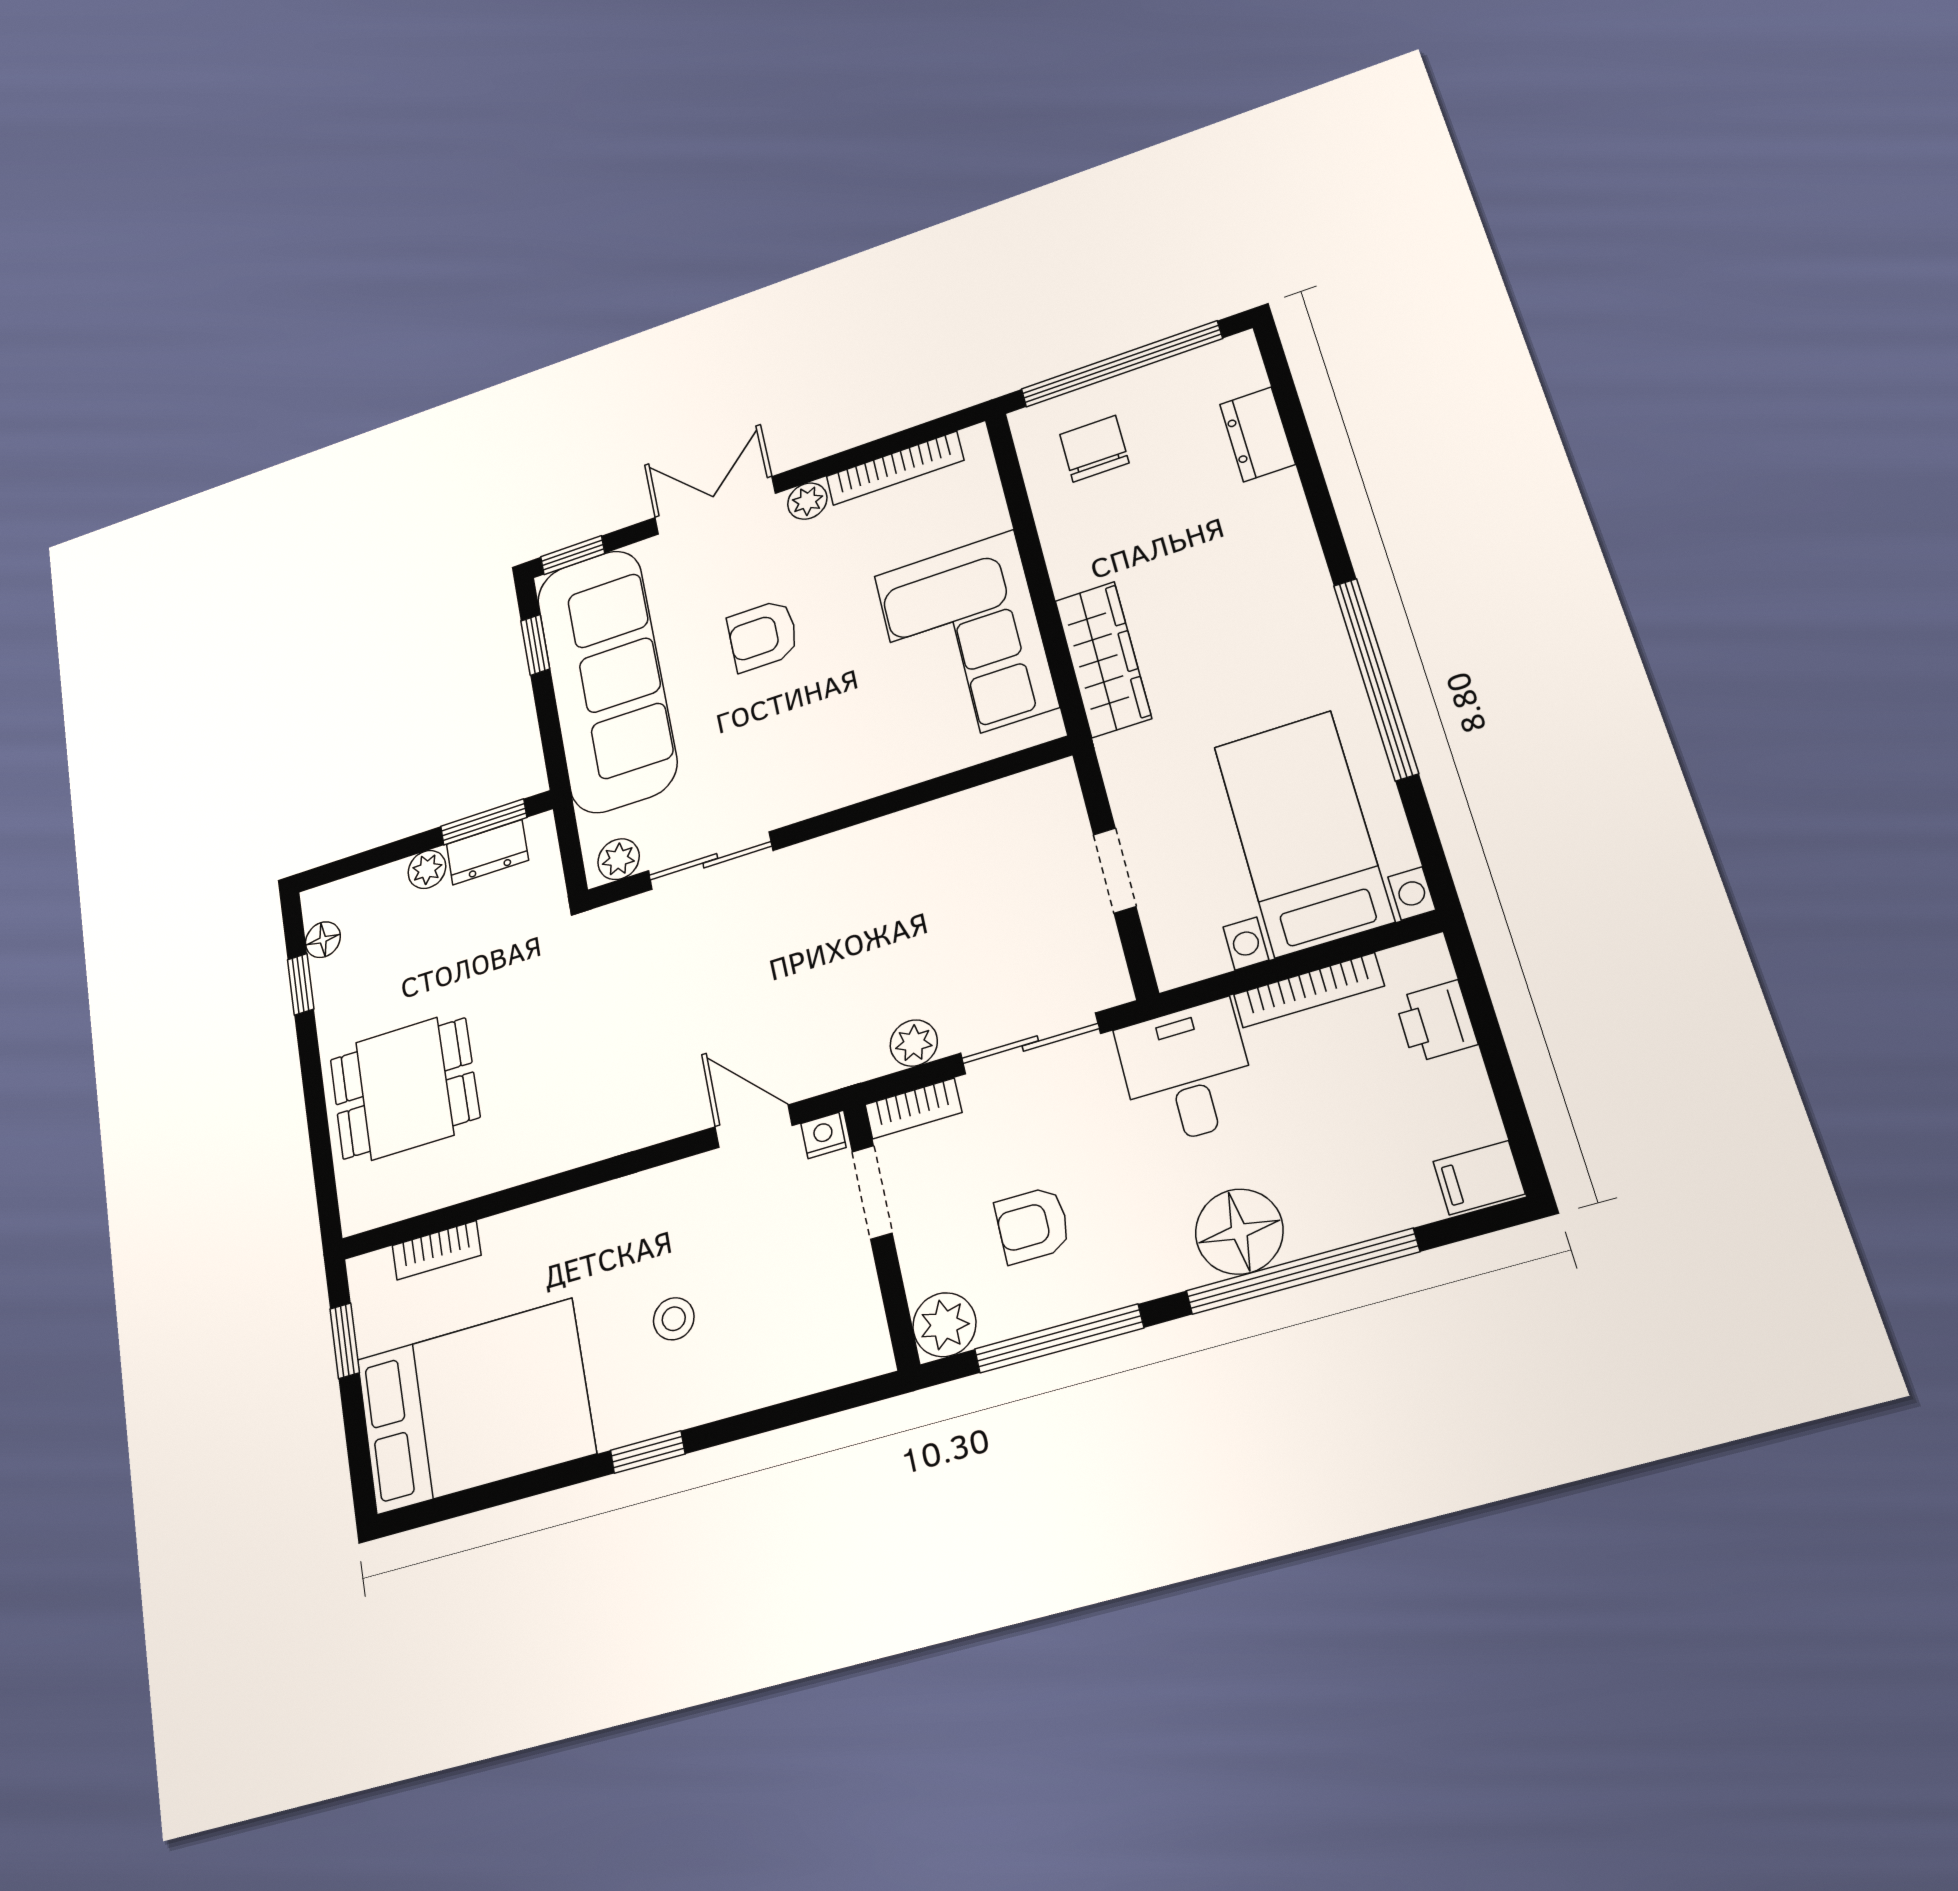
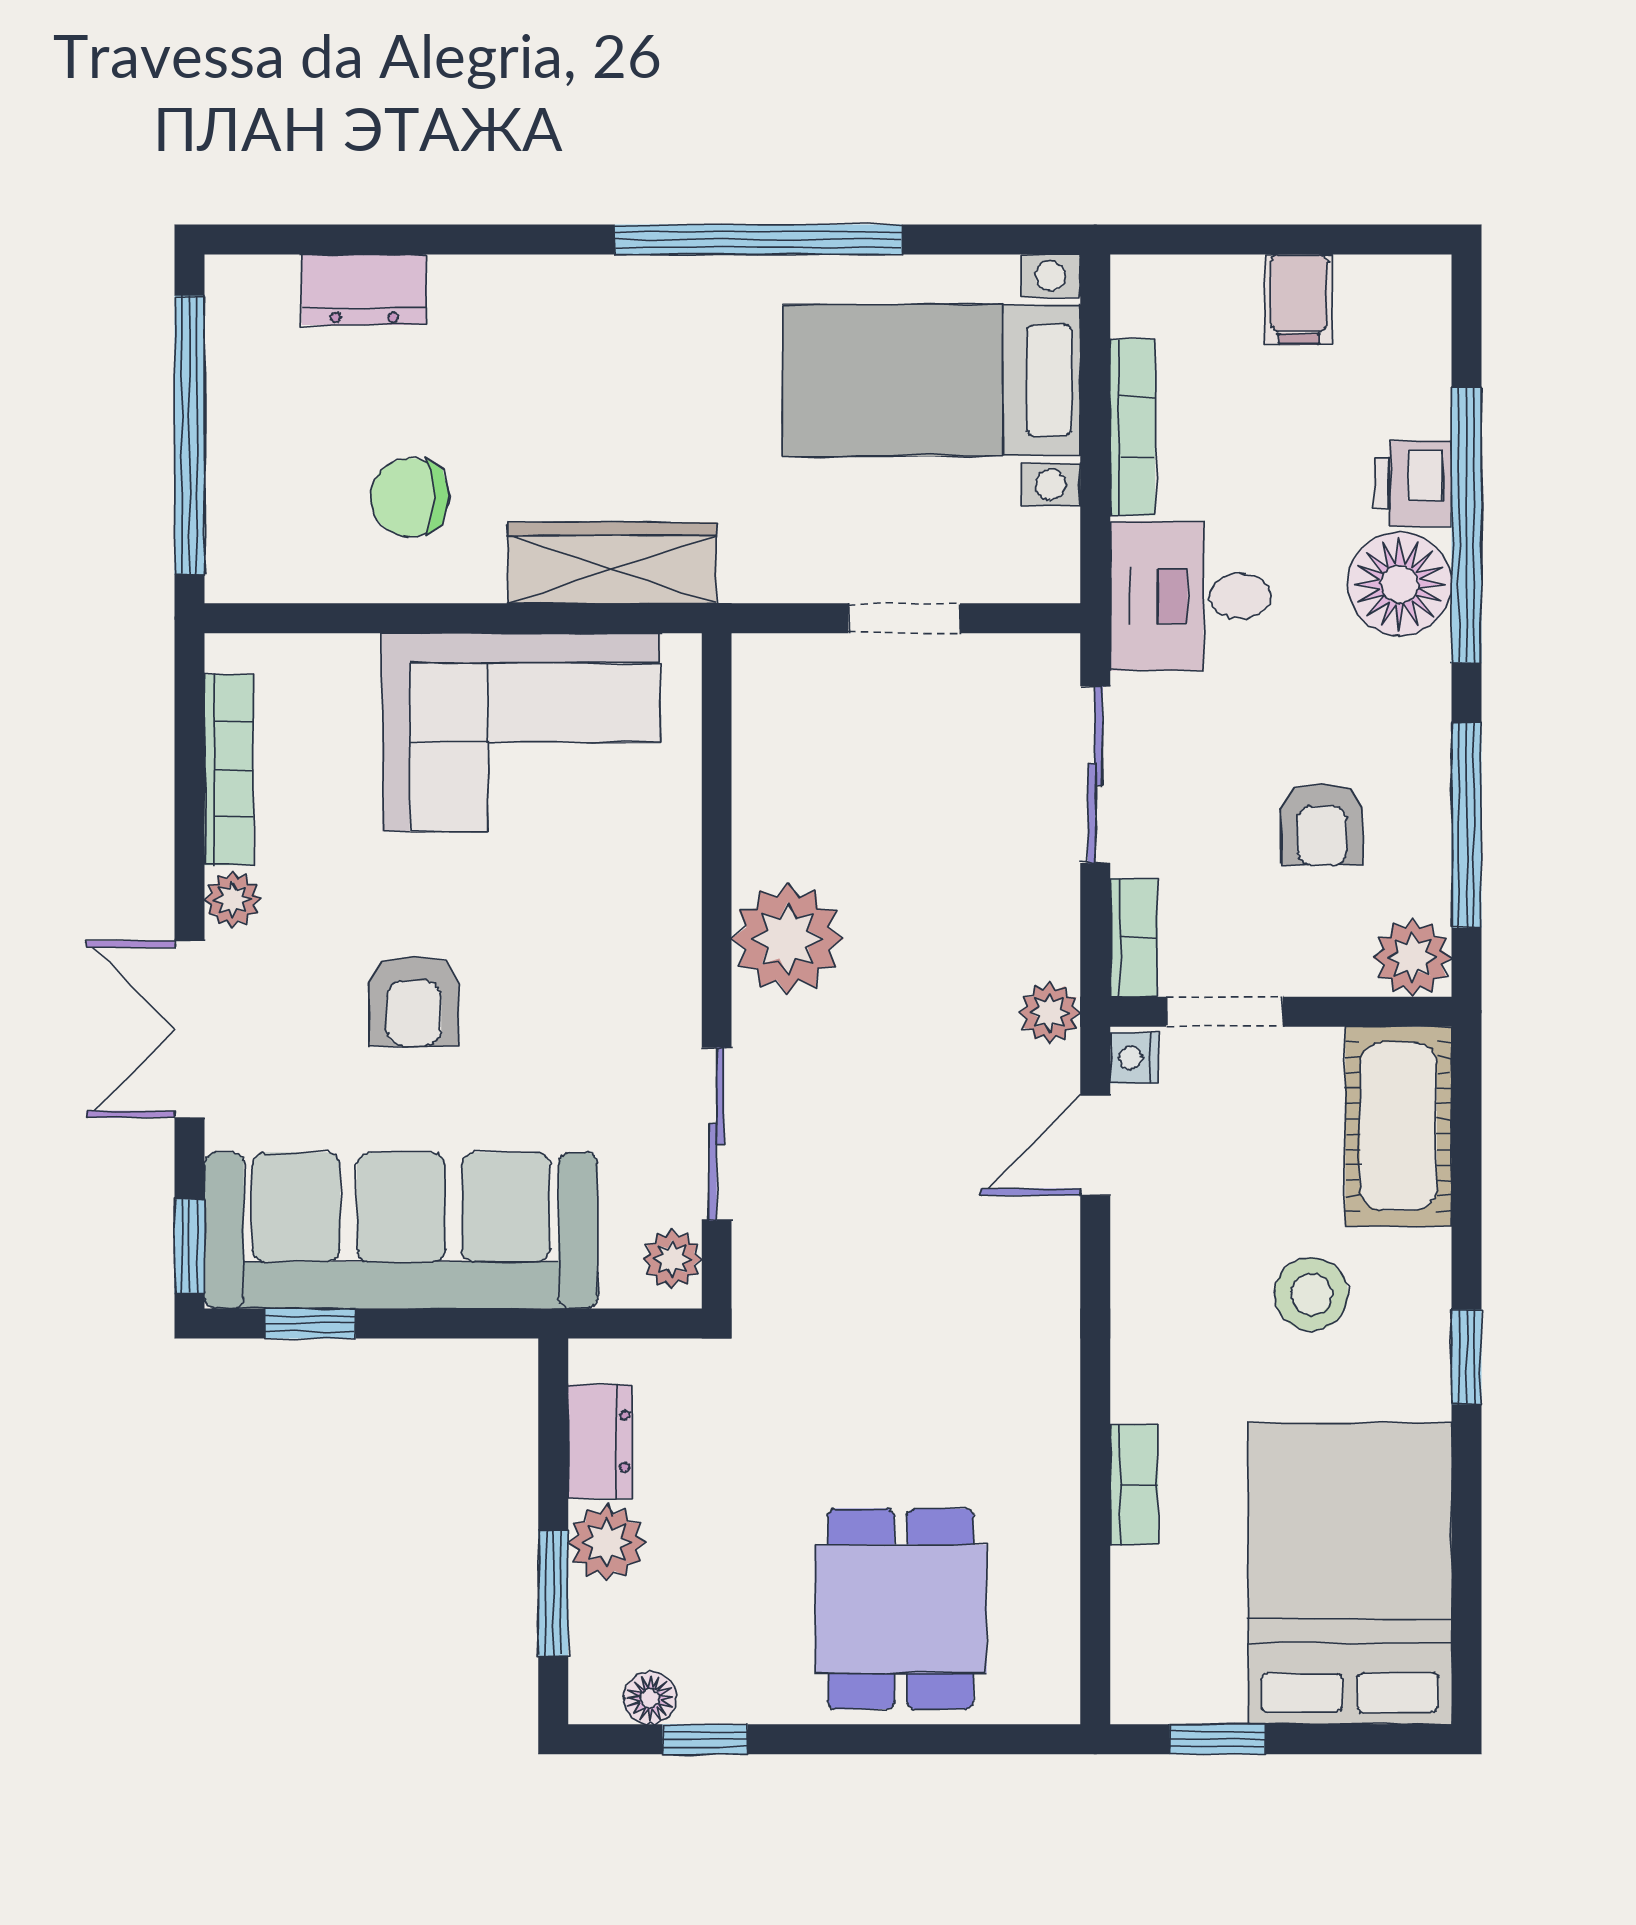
chair: (1094, 449) -> (410, 497), moved
window: (484, 822) -> (553, 1593), moved
plant: (859, 864) -> (788, 939), added
plant: (427, 869) -> (607, 1543), width x1.38, depth x1.38
printer: (1436, 1021) -> (1413, 484), moved, turned 90
plant: (914, 1043) -> (1050, 1013), moved
filing cabinet: (1479, 1178) -> (1299, 299), moved
bookcase: (437, 1250) -> (1134, 1484), moved
stool: (674, 1319) -> (1311, 1294), width x1.37, depth x1.37
cot: (812, 1350) -> (1398, 1126), added

